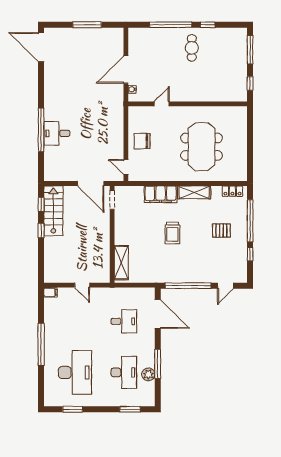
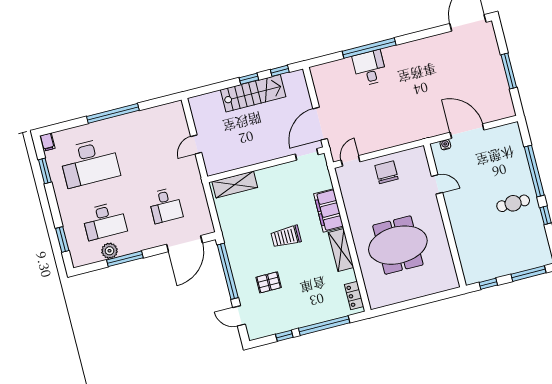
stairs: (53, 211) -> (253, 93), moved
pallet: (221, 231) -> (269, 282), moved, turned 90
filing cabinet: (50, 292) -> (47, 142), moved

